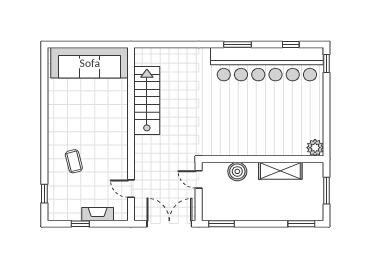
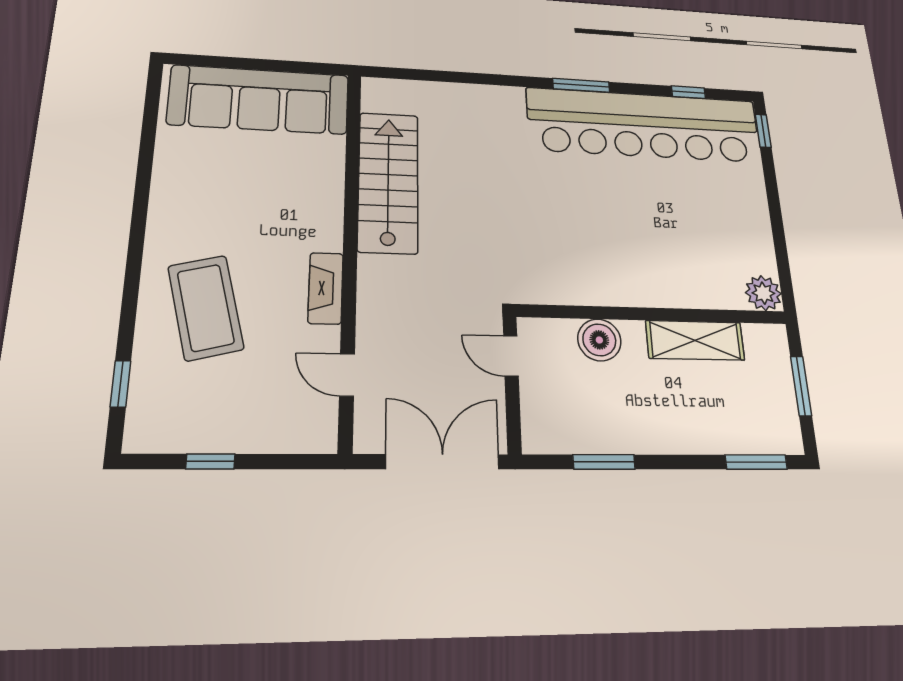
coffee table: (74, 161) -> (206, 308), width x1.86, depth x1.72
fireplace: (98, 214) -> (326, 288), moved, turned -90
window: (221, 224) -> (604, 462), moved

